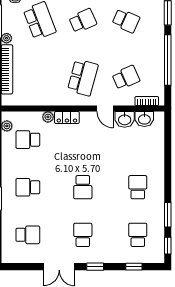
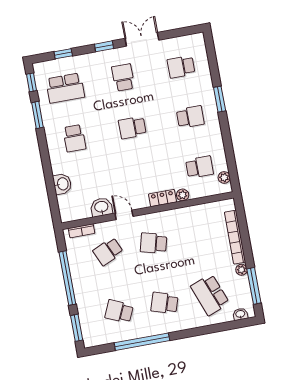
school desk: (83, 21) -> (165, 303), turned 42
school desk: (83, 78) -> (154, 243), width x0.54
washbasin: (144, 119) -> (62, 184), moved, turned 90
school desk: (83, 187) -> (132, 128), turned -90
school desk: (83, 235) -> (123, 77), turned 180
school desk: (138, 235) -> (65, 88), width x1.85

